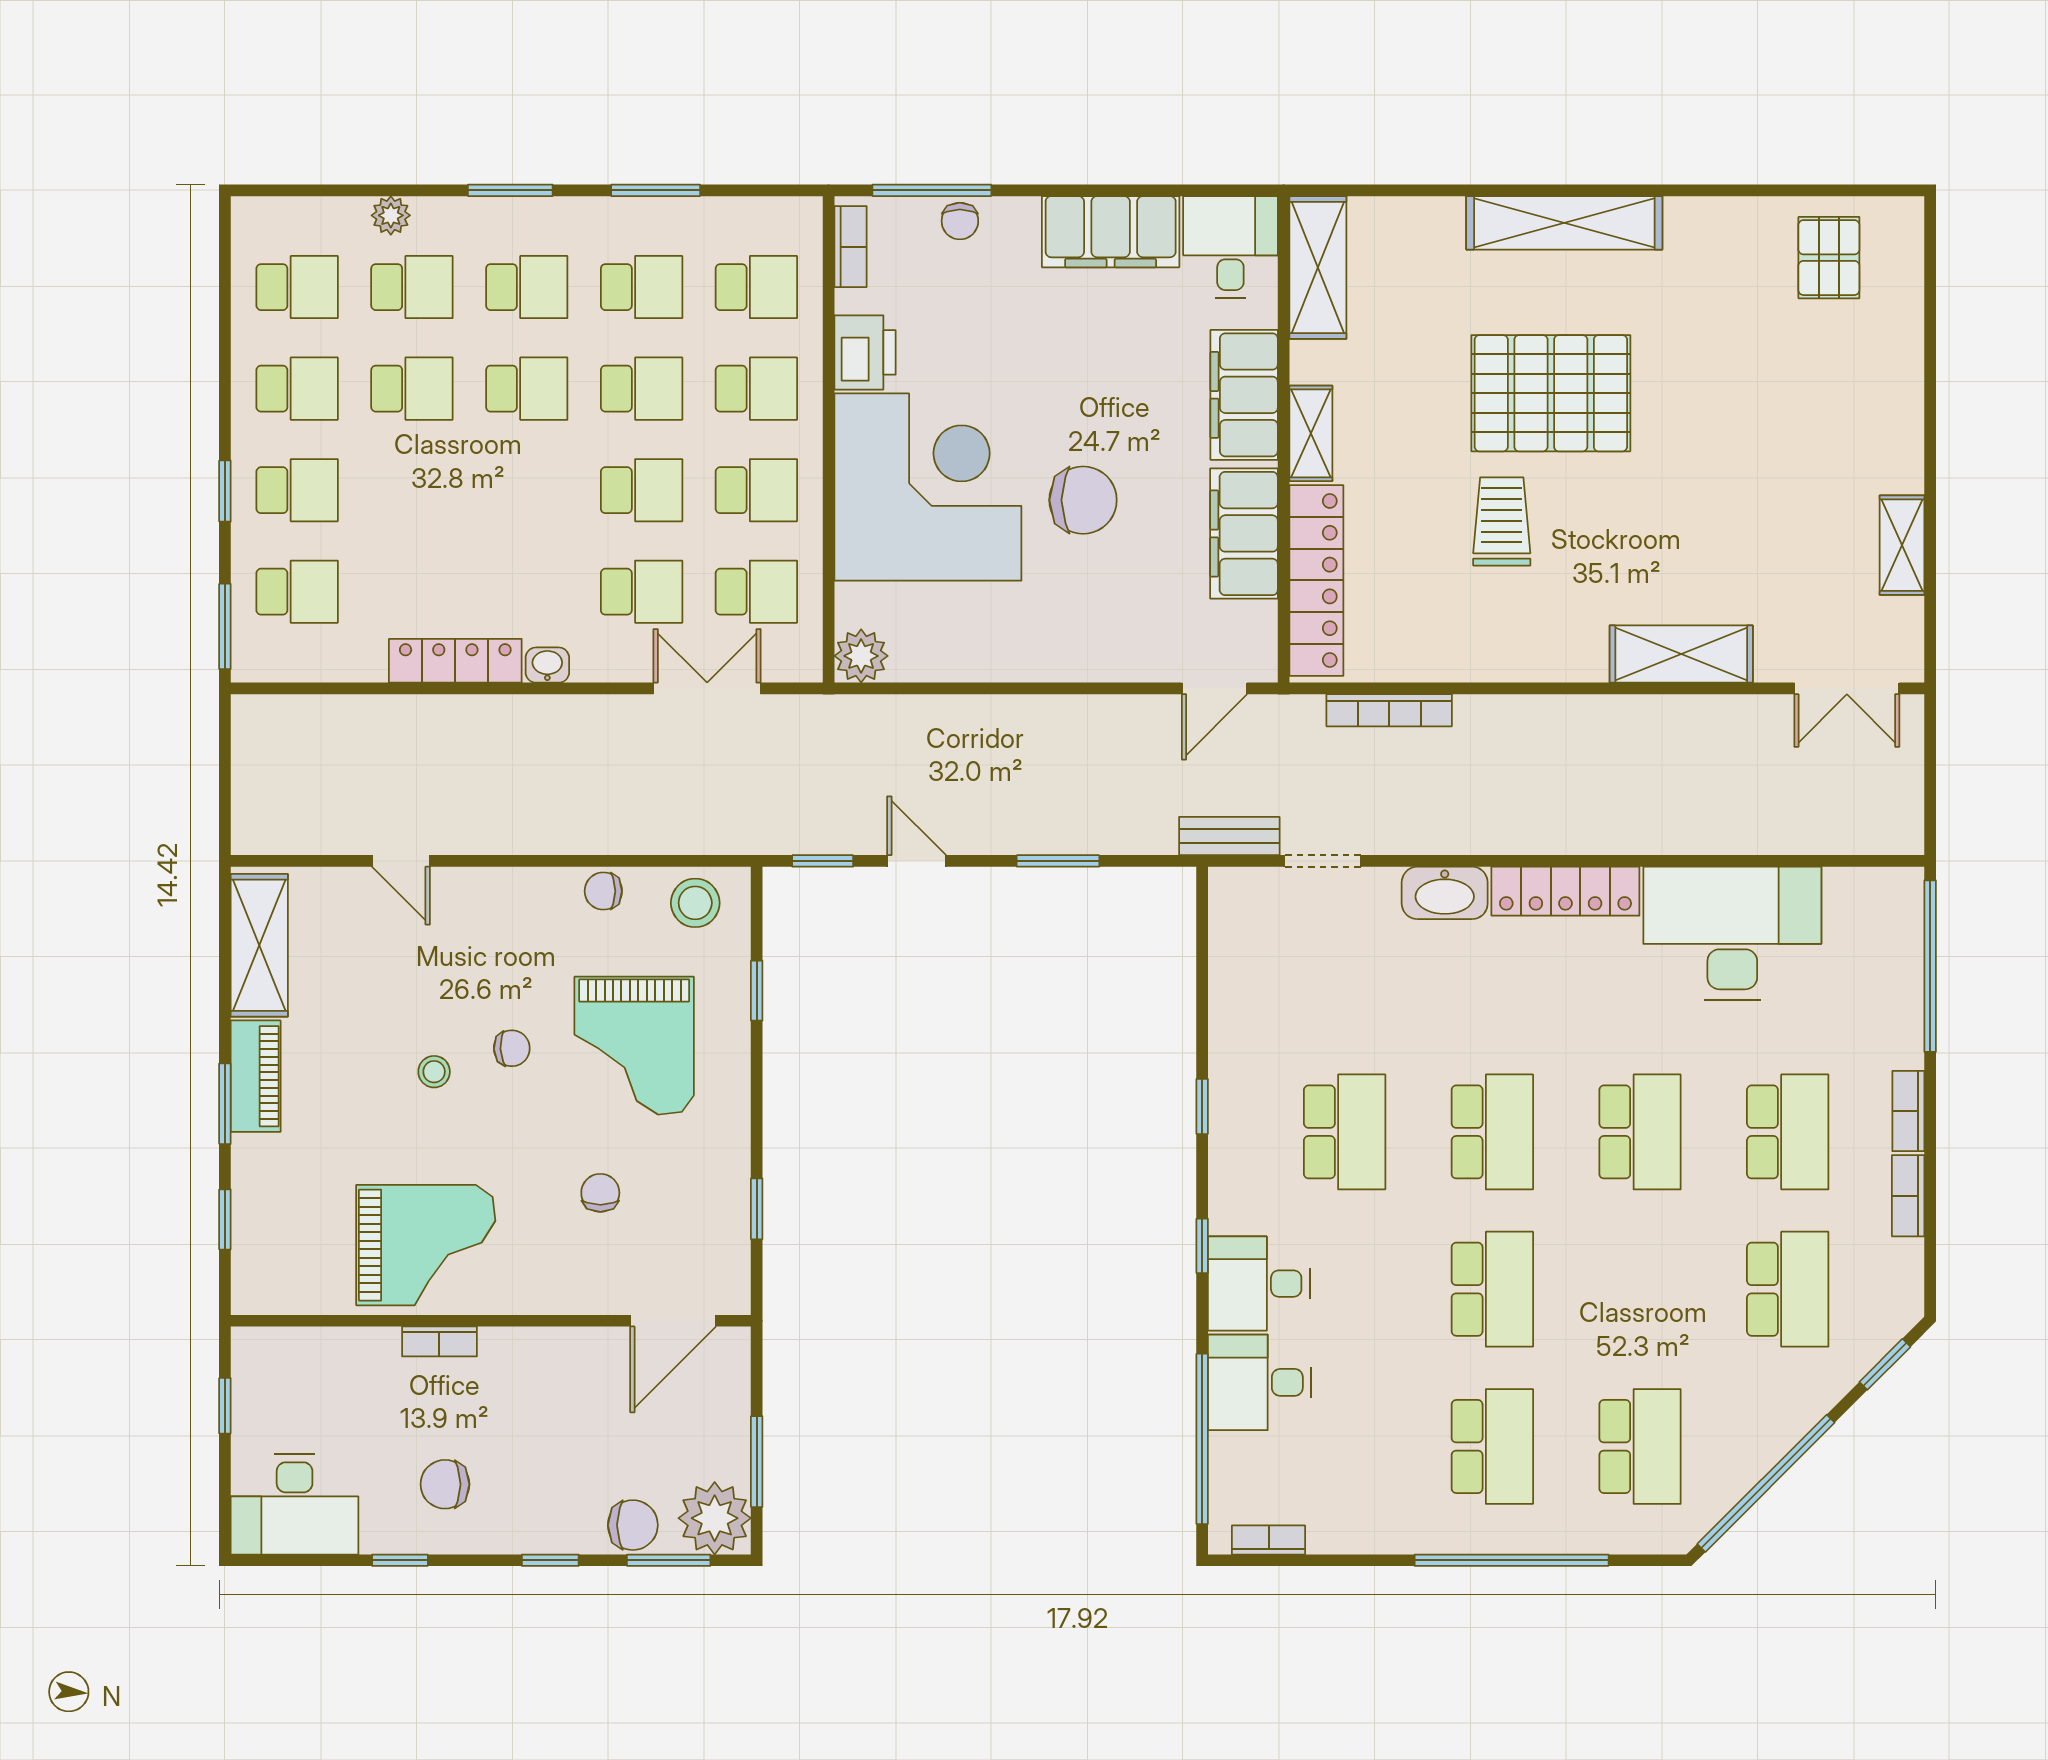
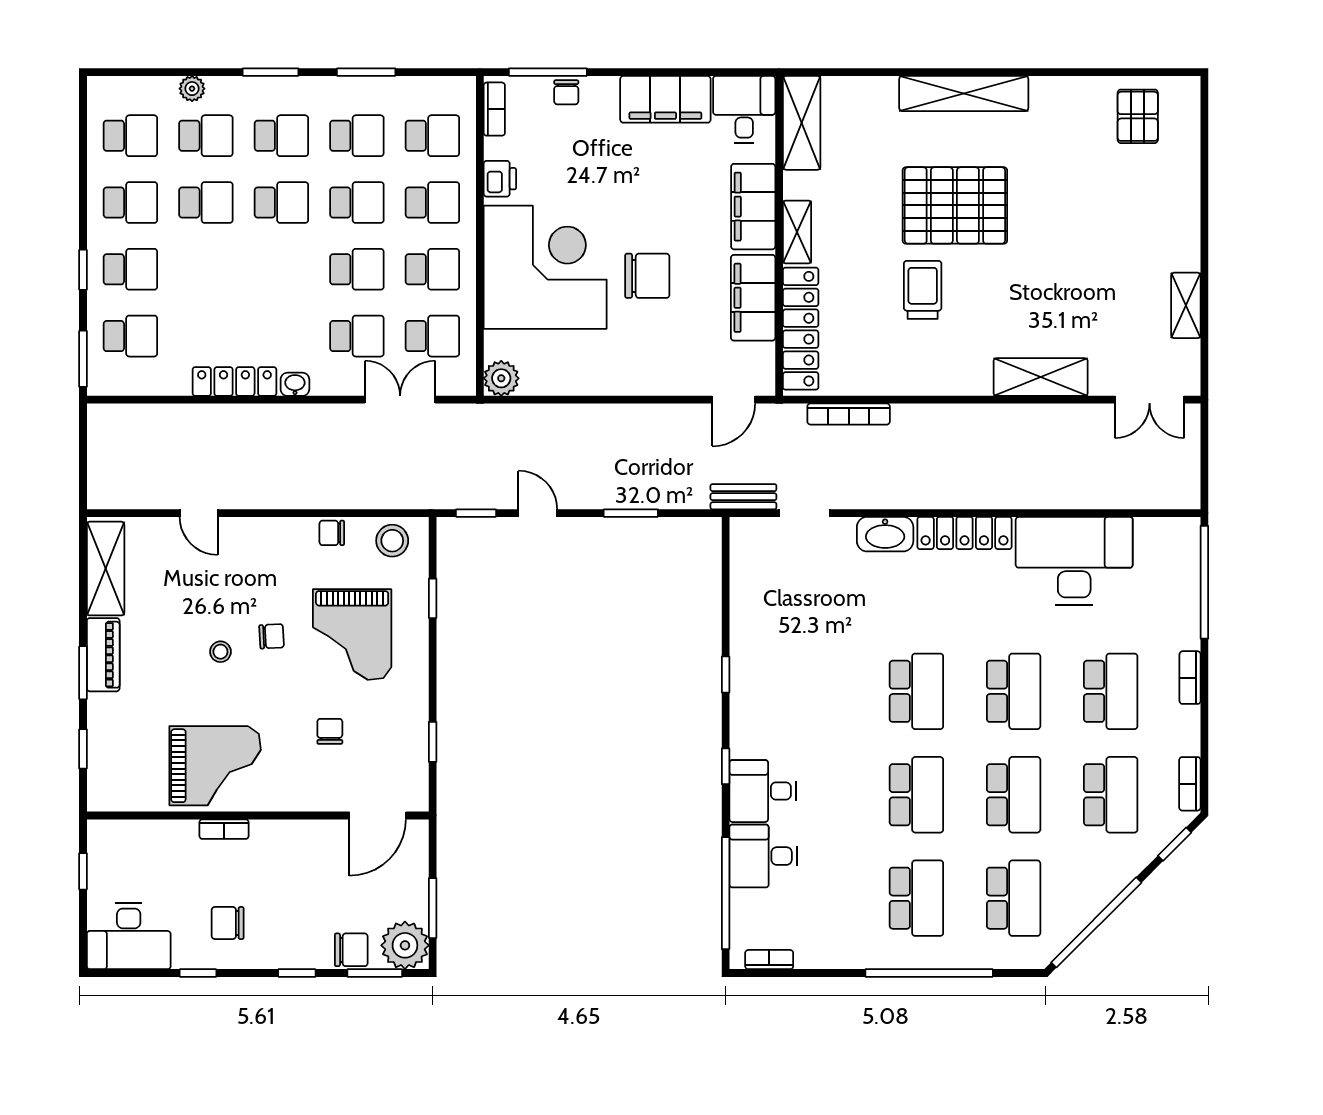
printer: (865, 352) -> (500, 179), width x0.73, depth x0.81
school desk: (1345, 1132) -> (1014, 795), moved
bookcase: (1908, 1196) -> (1190, 784), moved

